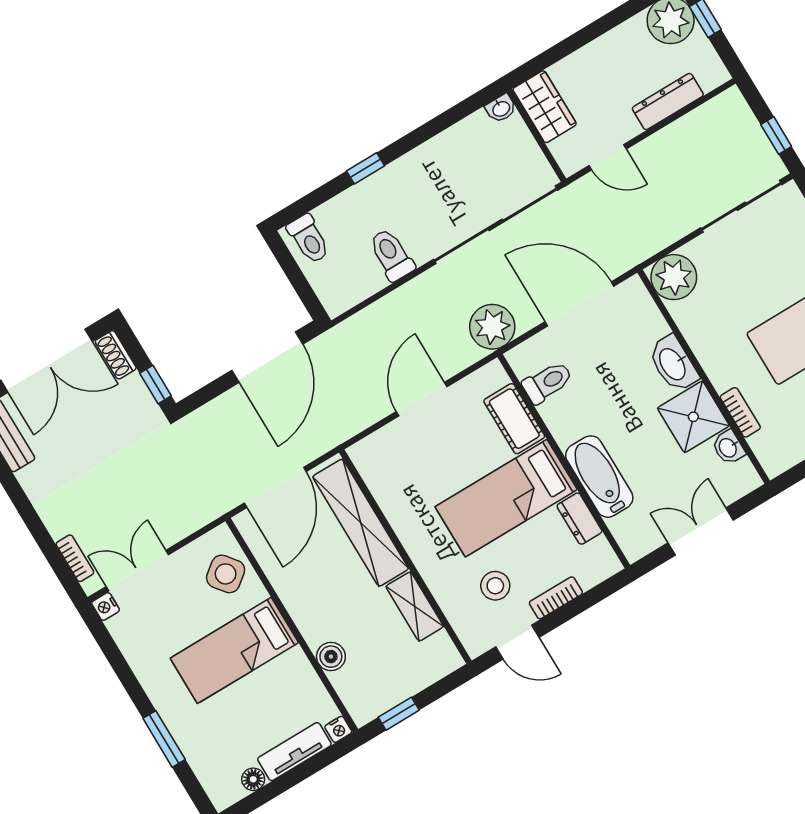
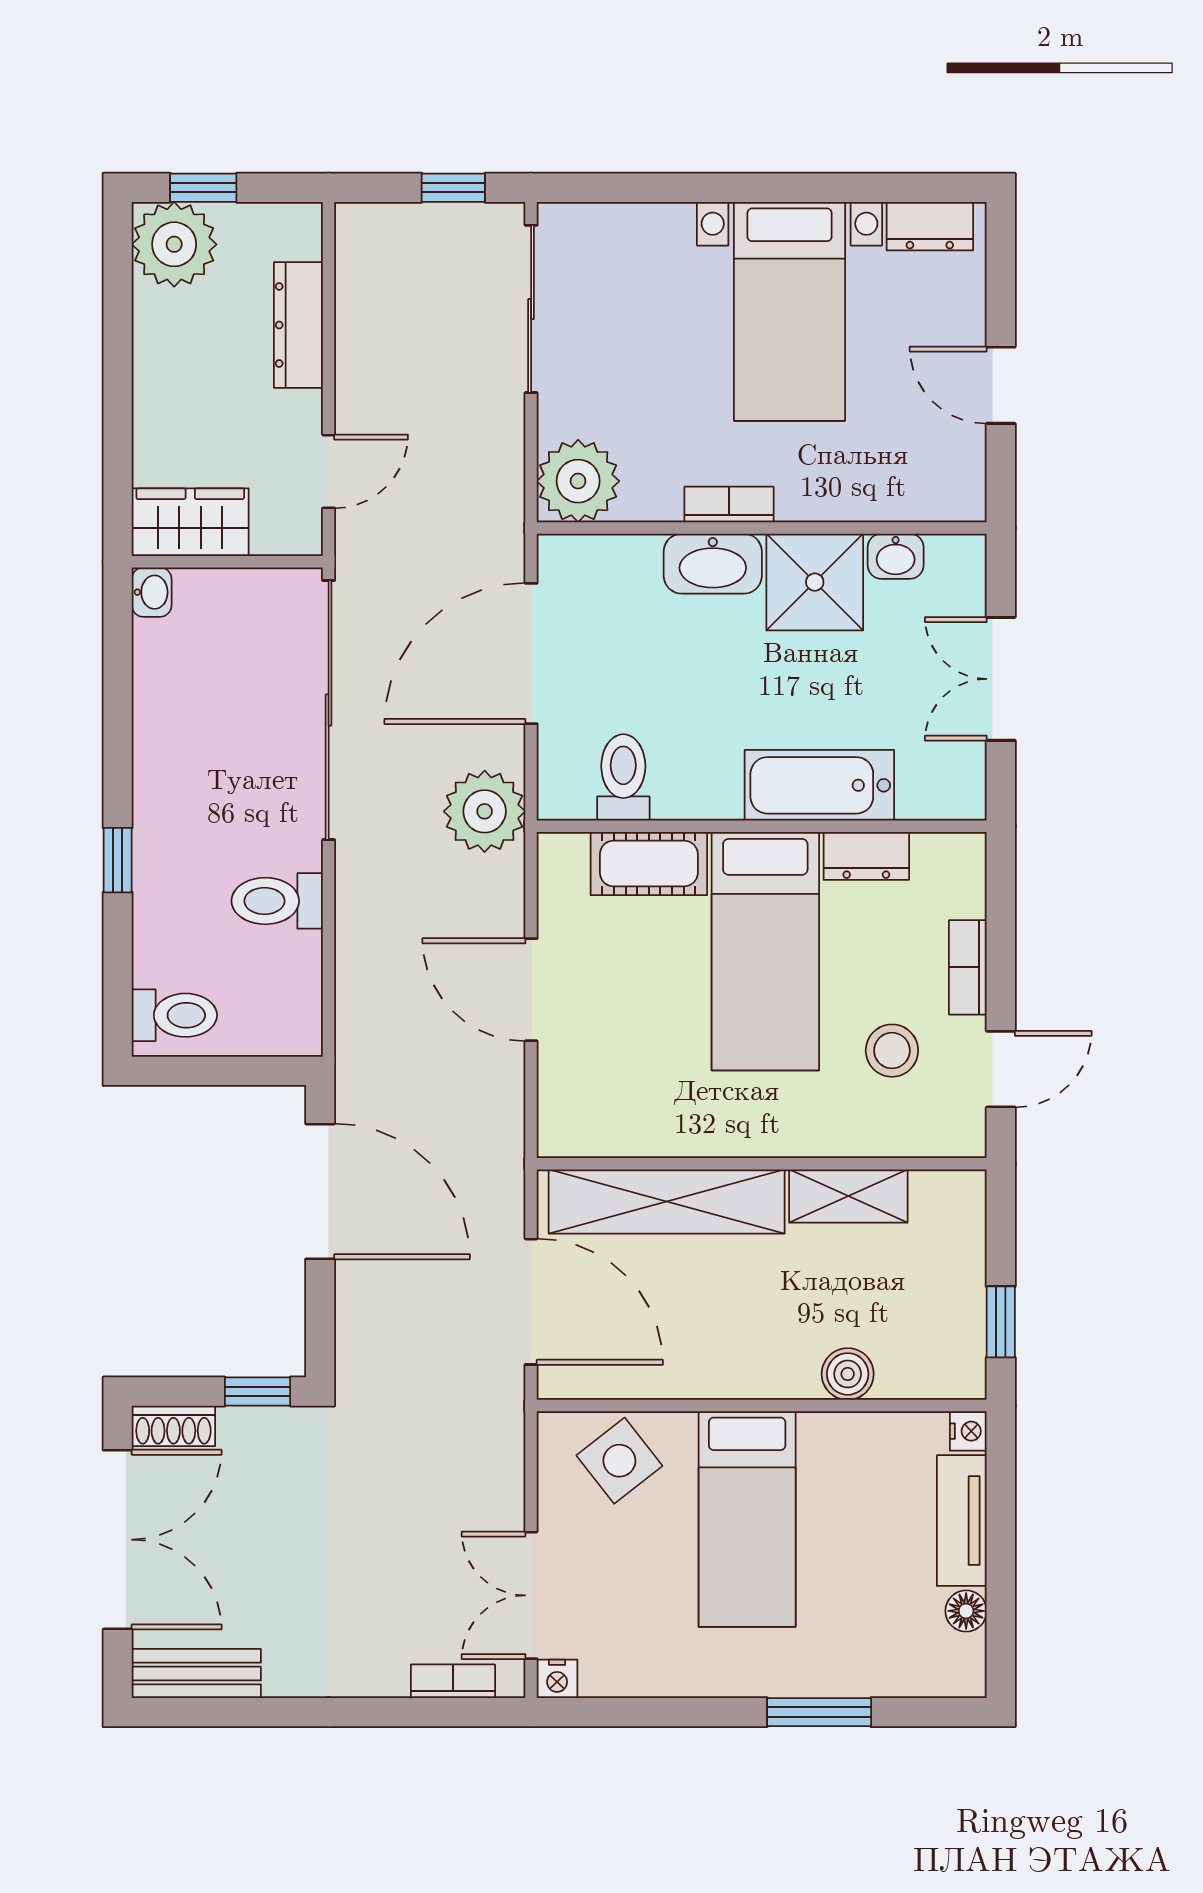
bookcase: (740, 412) -> (729, 505), moved

